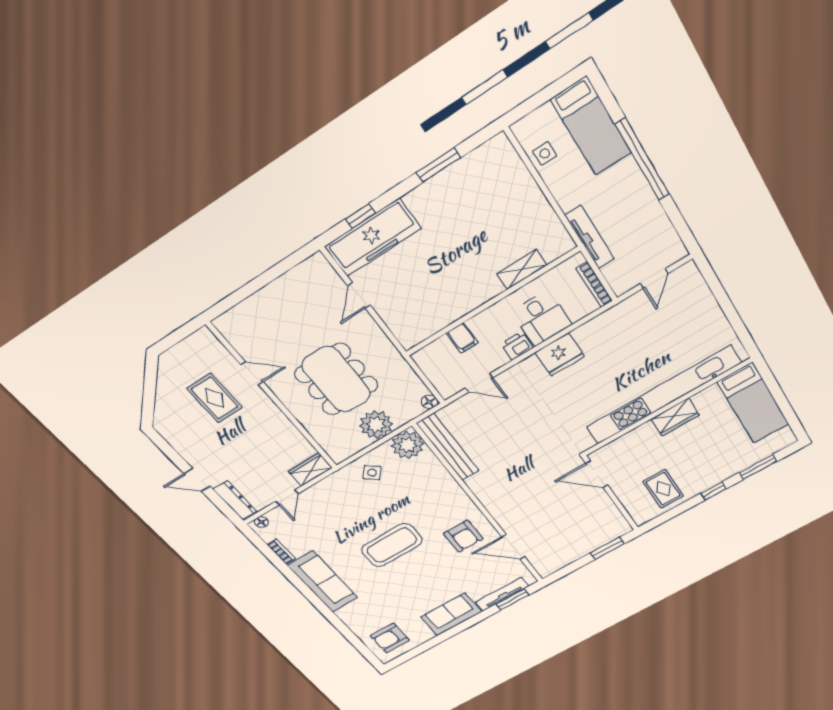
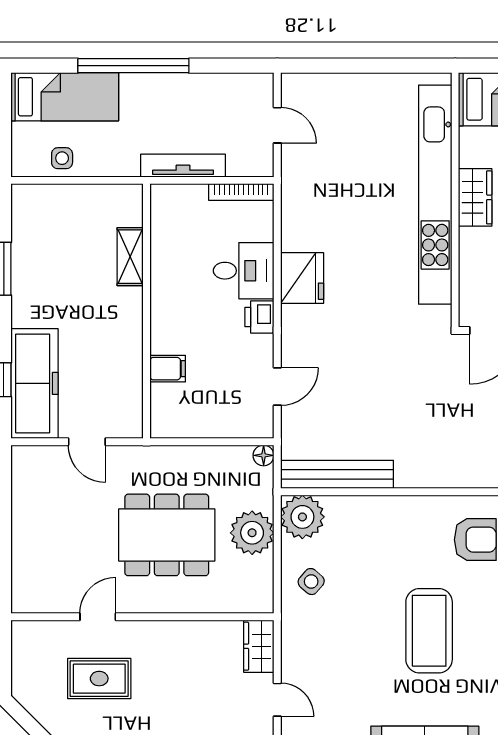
shelving: (522, 269) -> (130, 257), moved
wall: (492, 302) -> (147, 311), moved
filing cabinet: (462, 338) -> (168, 369), moved

